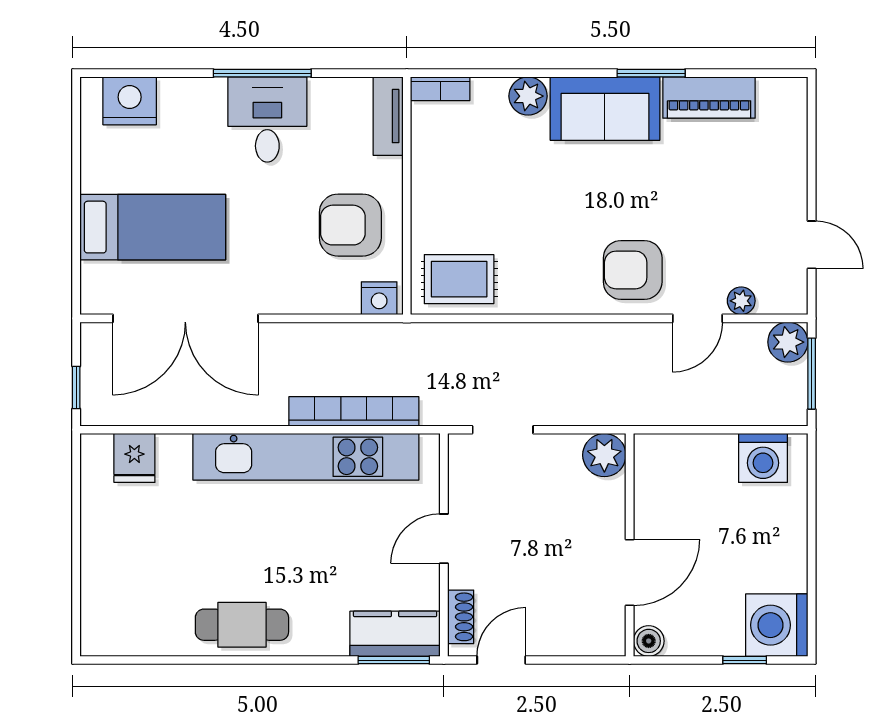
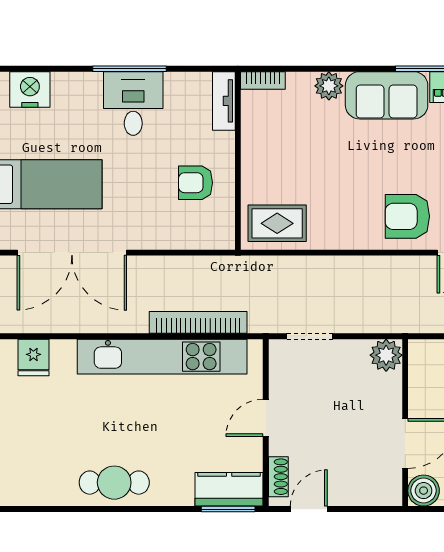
armchair: (350, 225) -> (196, 183), width x0.72, depth x0.72
nightstand: (379, 298) -> (217, 238), removed
boiler: (649, 641) -> (424, 491), width x1.36, depth x1.36

